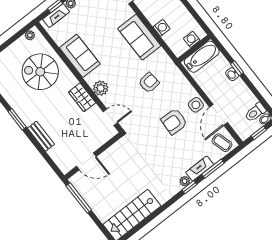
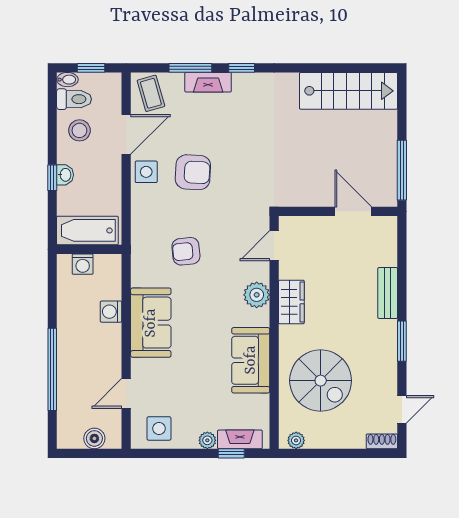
stool: (241, 100) -> (79, 130), added
door: (110, 117) -> (274, 246), hinge flipped
plant: (185, 181) -> (242, 81), removed

